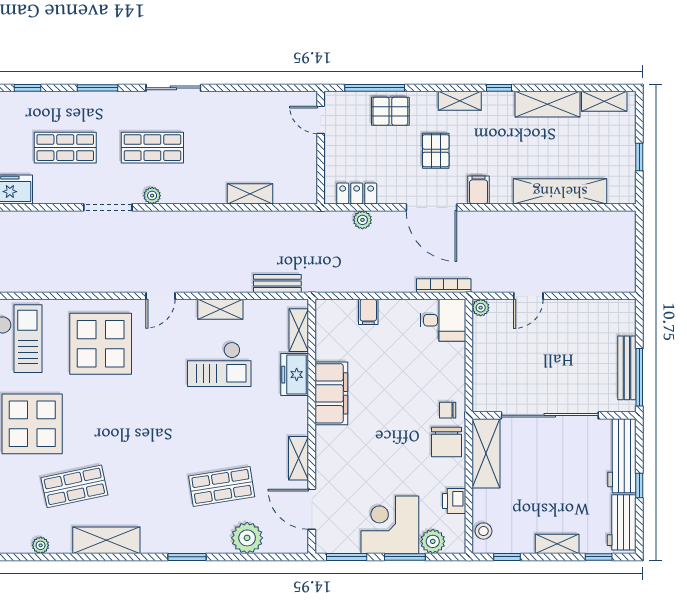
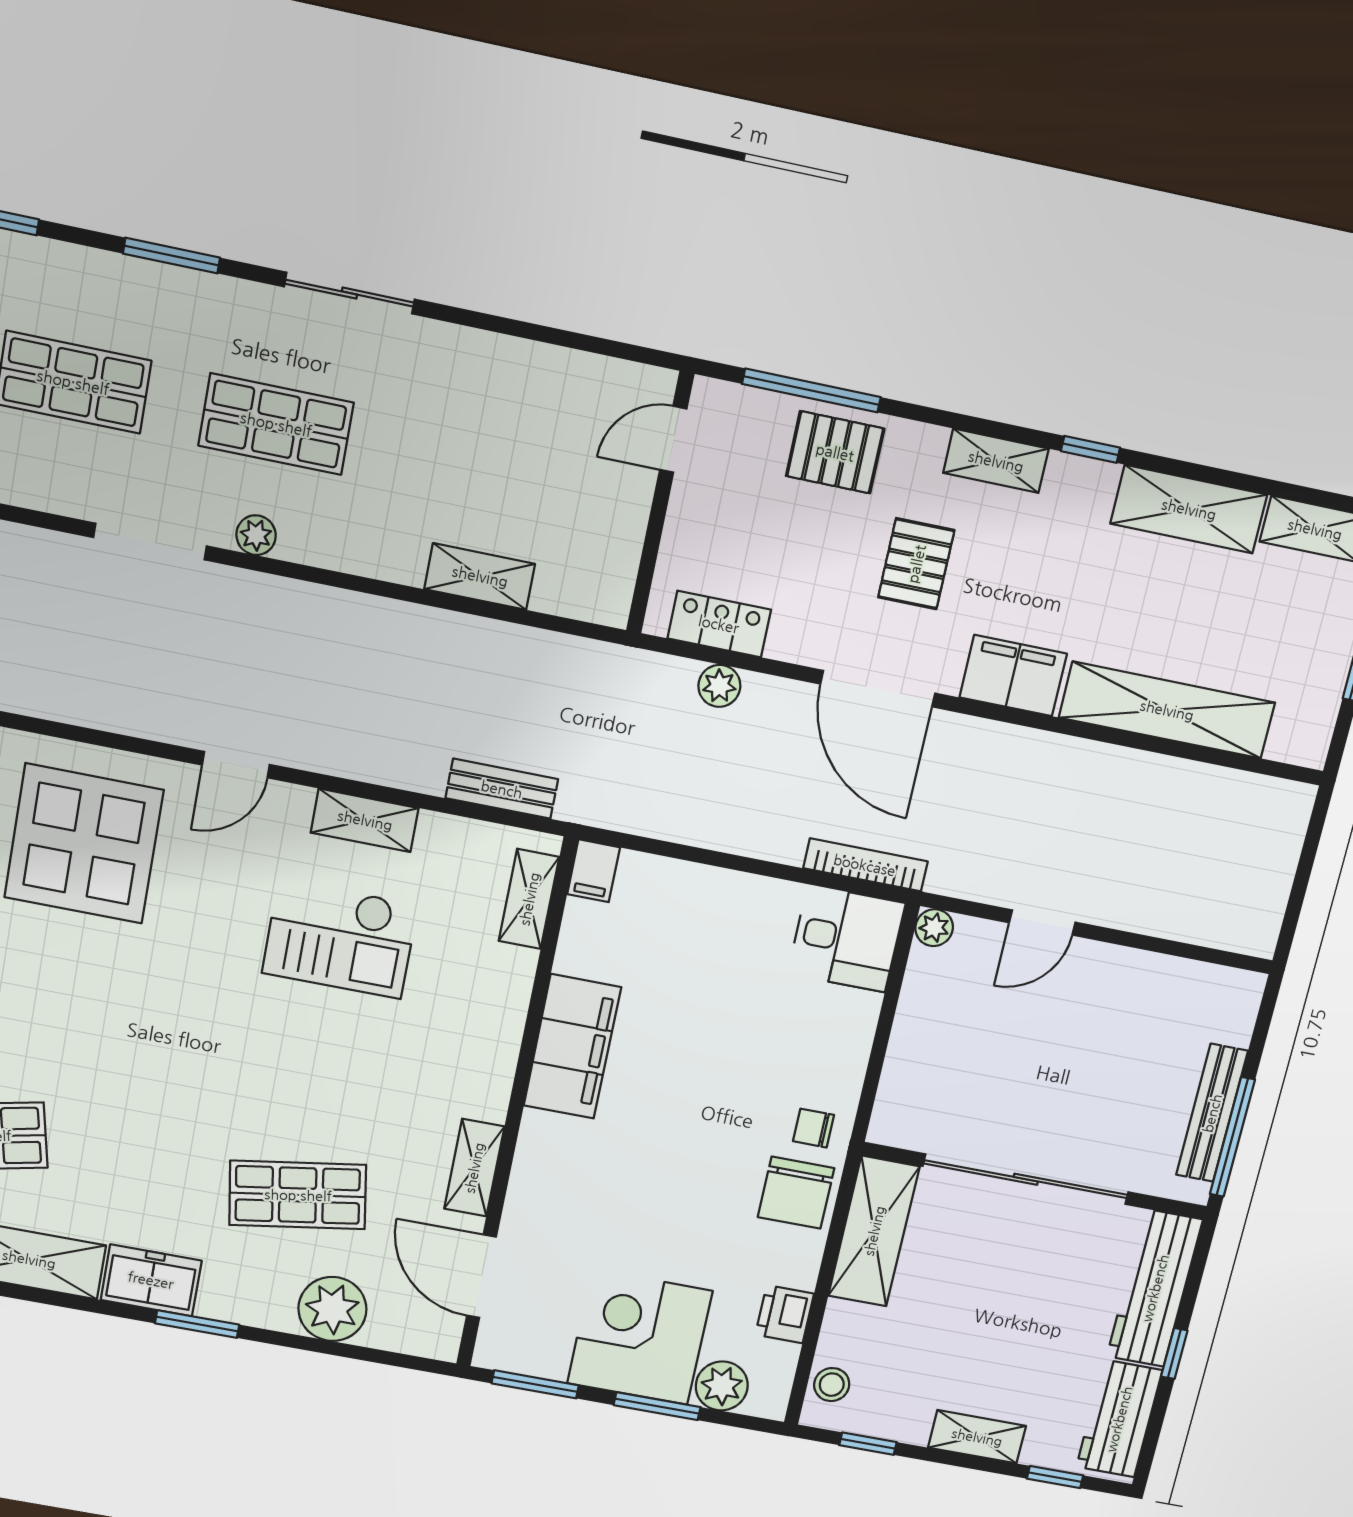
door: (321, 120) -> (673, 439), hinge flipped
filing cabinet: (478, 190) -> (1013, 676), width x2.00
filing cabinet: (368, 312) -> (594, 871), moved
freezer: (295, 375) -> (151, 1280), moved, turned 90

